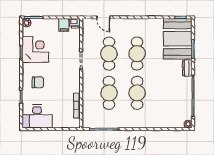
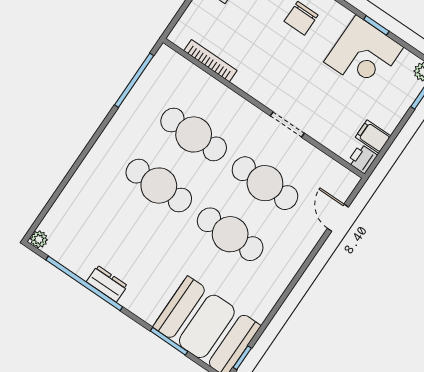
door: (103, 17) -> (338, 218), hinge flipped
dresser: (187, 68) -> (107, 284), moved

